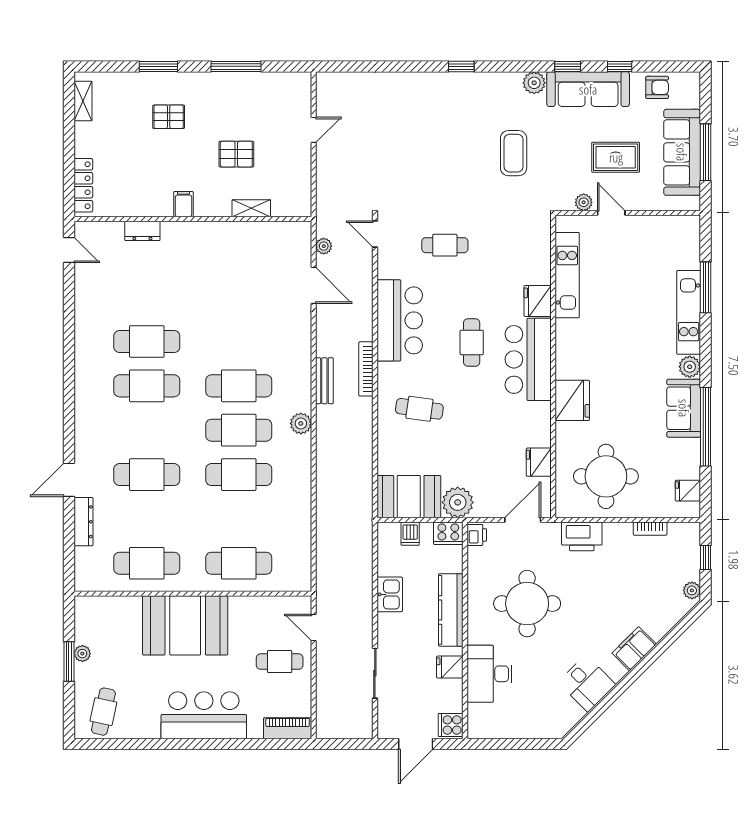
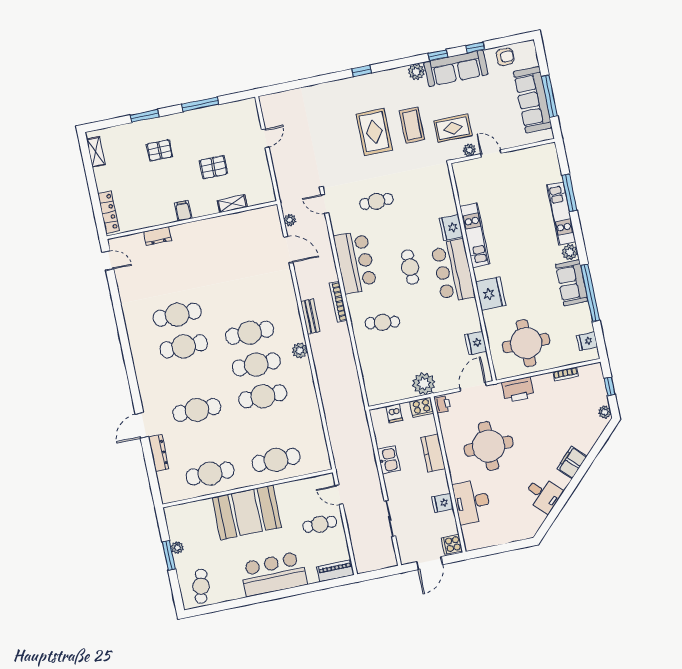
rug: (461, 152) -> (374, 132), added
rug: (616, 157) -> (453, 128), moved
kitchen unit: (567, 275) -> (475, 235), moved
booth: (409, 497) -> (388, 387), removed
kitchen counter: (451, 610) -> (433, 453), width x0.67

